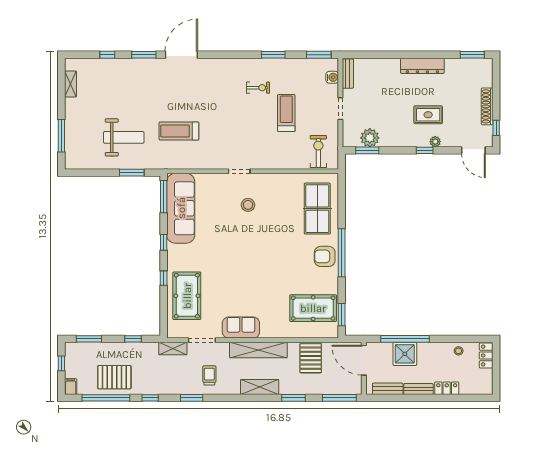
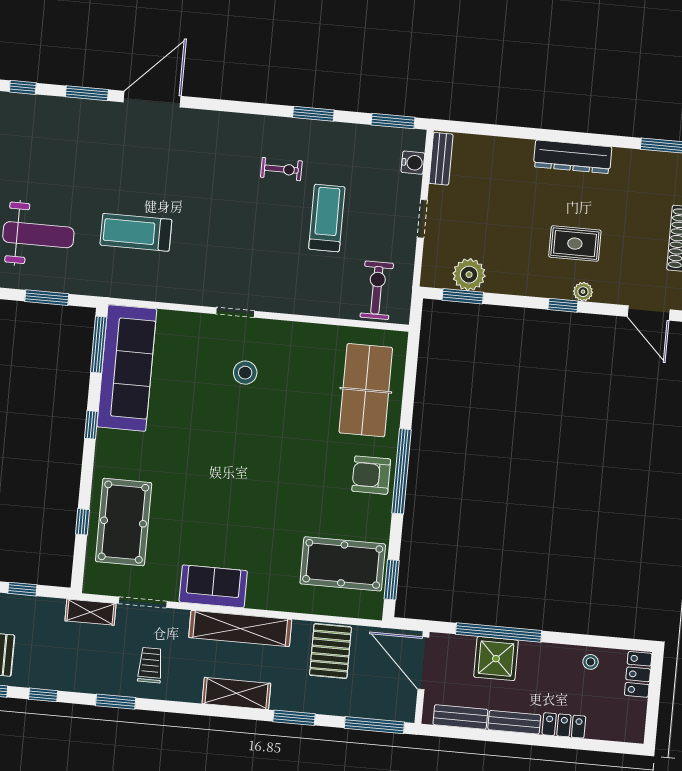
window: (164, 278) -> (82, 522), moved

